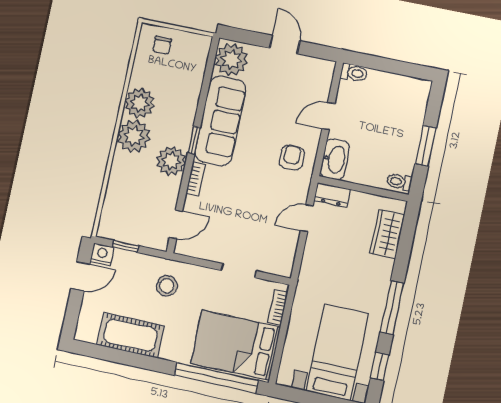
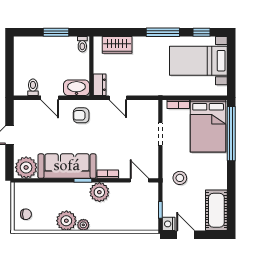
toilet: (354, 73) -> (33, 87), moved
plant: (134, 136) -> (83, 225), width x0.53, depth x0.53
cot: (131, 335) -> (216, 210), moved

